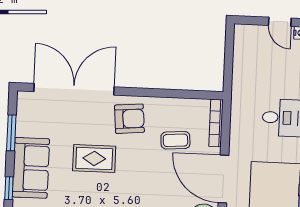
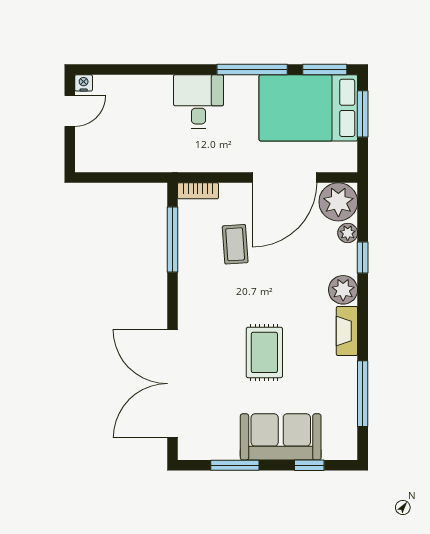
window: (181, 94) -> (172, 239), added
armchair: (129, 119) -> (209, 307), removed
bookcase: (216, 123) -> (198, 191), width x0.64

